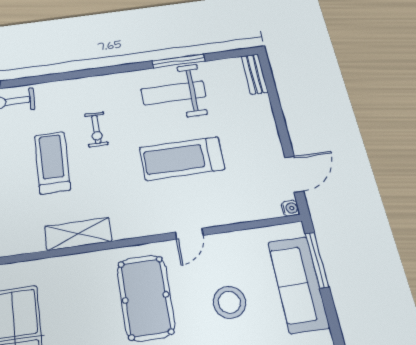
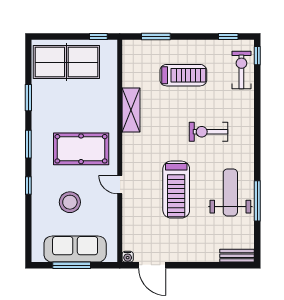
exercise bike: (96, 129) -> (209, 132), width x1.38, depth x1.39
treadmill: (182, 158) -> (176, 190), turned 180
treadmill: (52, 162) -> (183, 75), moved
window: (317, 260) -> (72, 265), moved

